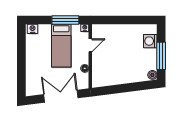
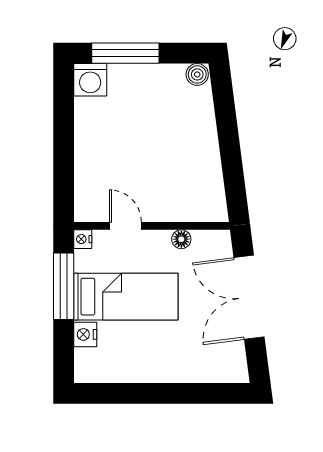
nightstand: (33, 29) -> (85, 334), moved
washing machine: (150, 41) -> (90, 80), moved
window: (161, 56) -> (125, 53), moved

